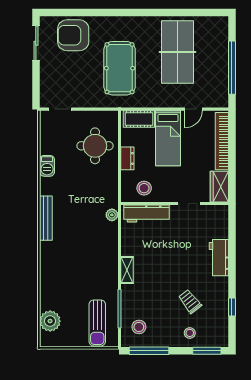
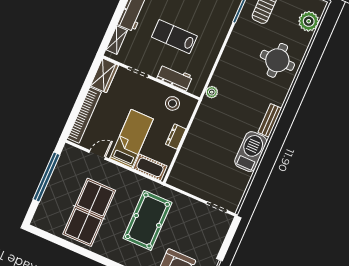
round table: (95, 146) -> (277, 60), moved
barbecue: (47, 166) -> (251, 152), width x1.88, depth x1.53
workbench: (146, 213) -> (175, 77), width x0.73
bench: (46, 218) -> (270, 120), width x0.73
lab bench: (170, 252) -> (174, 37), added
shelving: (127, 270) -> (117, 40), moved

